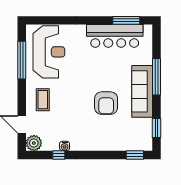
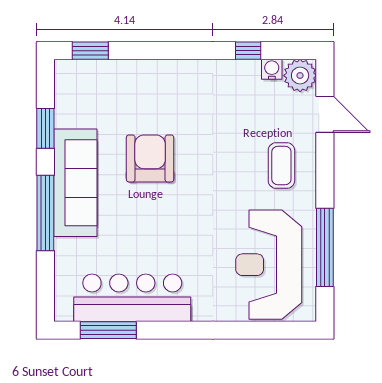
window: (157, 128) -> (45, 128), moved
water cooler: (65, 146) -> (272, 69), moved

